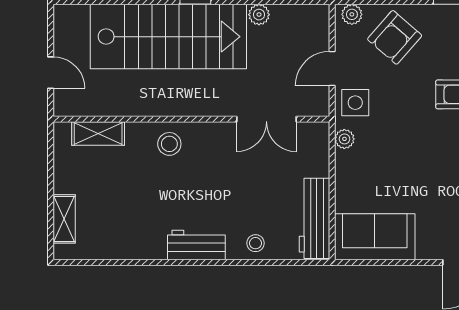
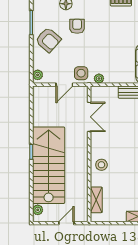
plant: (259, 15) -> (38, 210), moved
armchair: (395, 37) -> (48, 40), moved
door: (332, 69) -> (64, 85), hinge flipped

